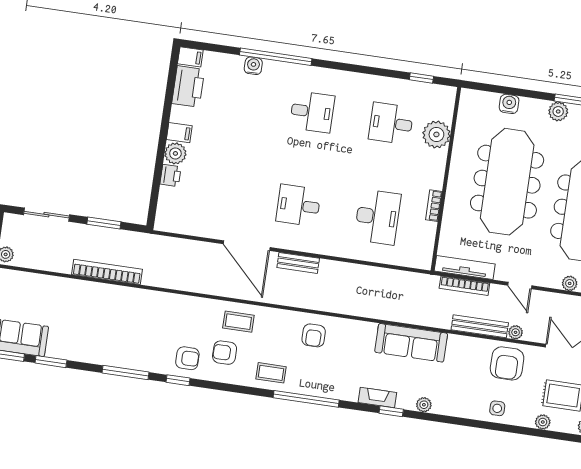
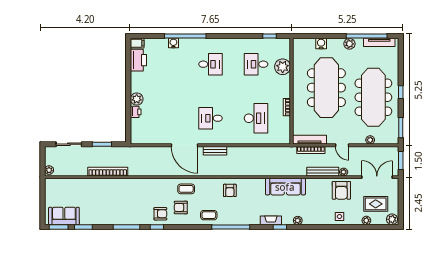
filing cabinet: (179, 133) -> (137, 87), removed

